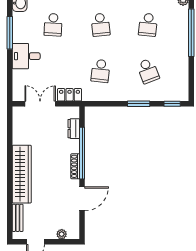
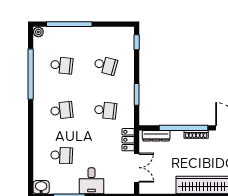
school desk: (148, 71) -> (106, 65), turned 36
double door: (40, 104) -> (137, 168), swing flipped
window: (139, 104) -> (137, 94), moved
dresser: (74, 129) -> (156, 136), width x1.44

